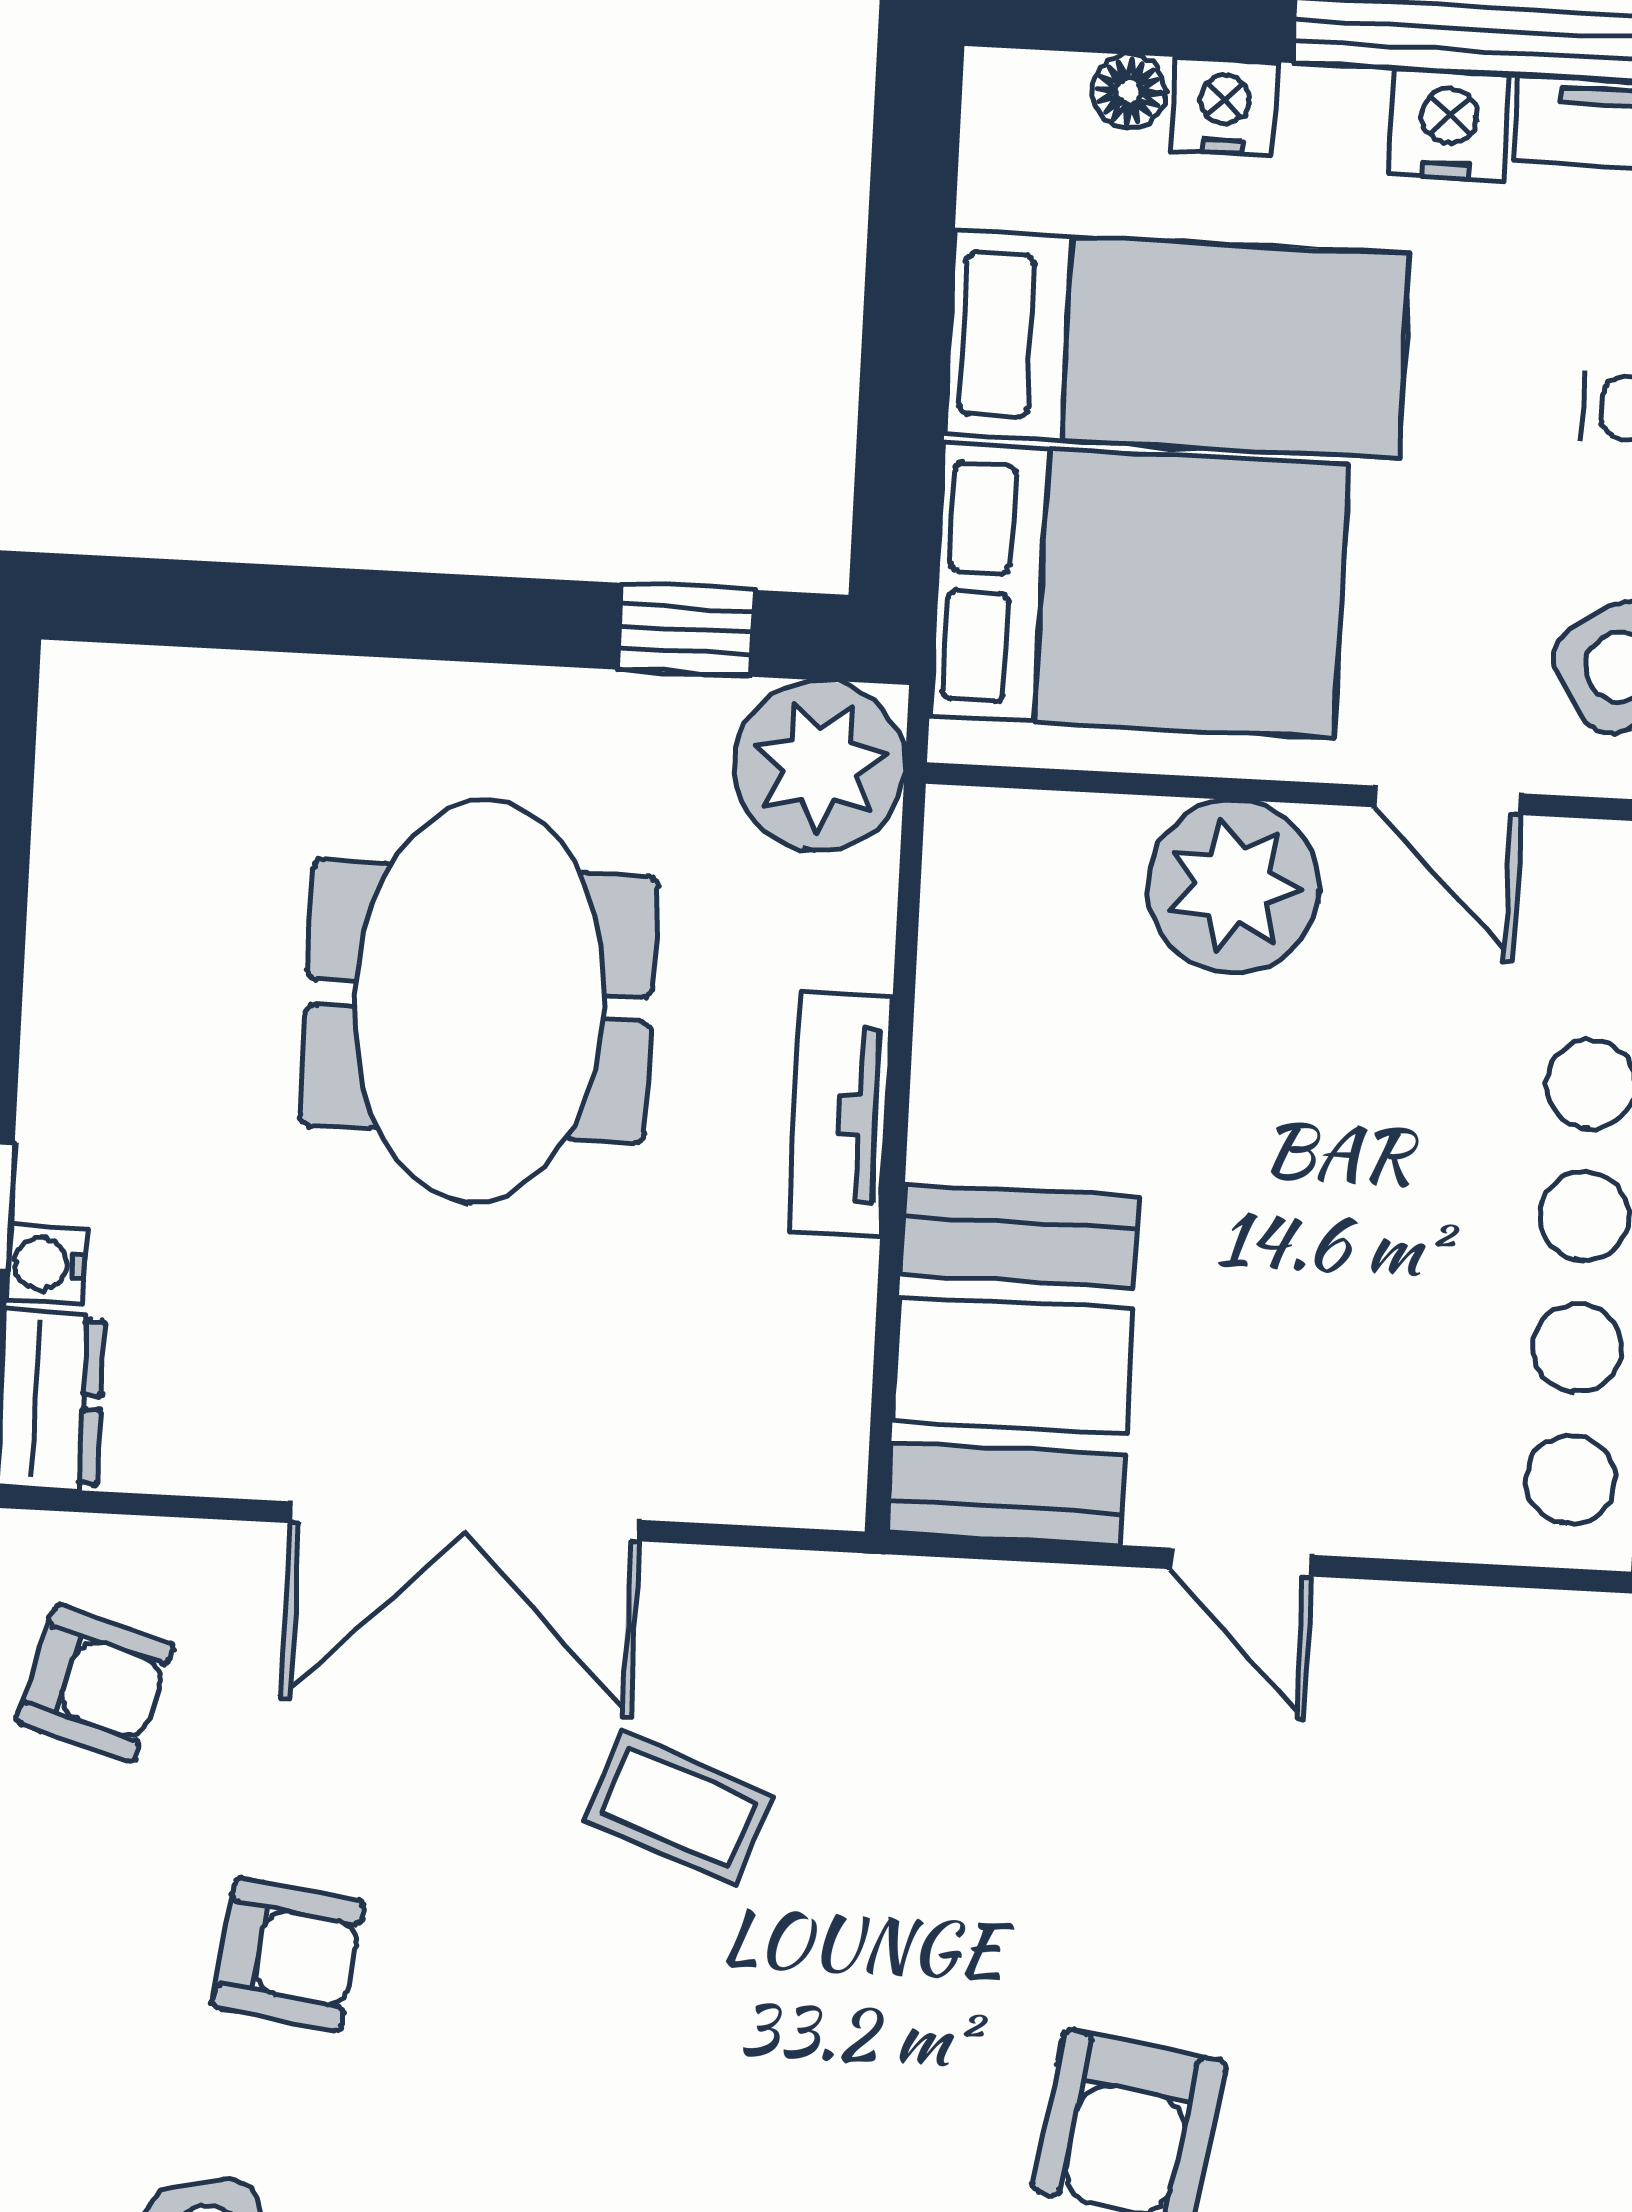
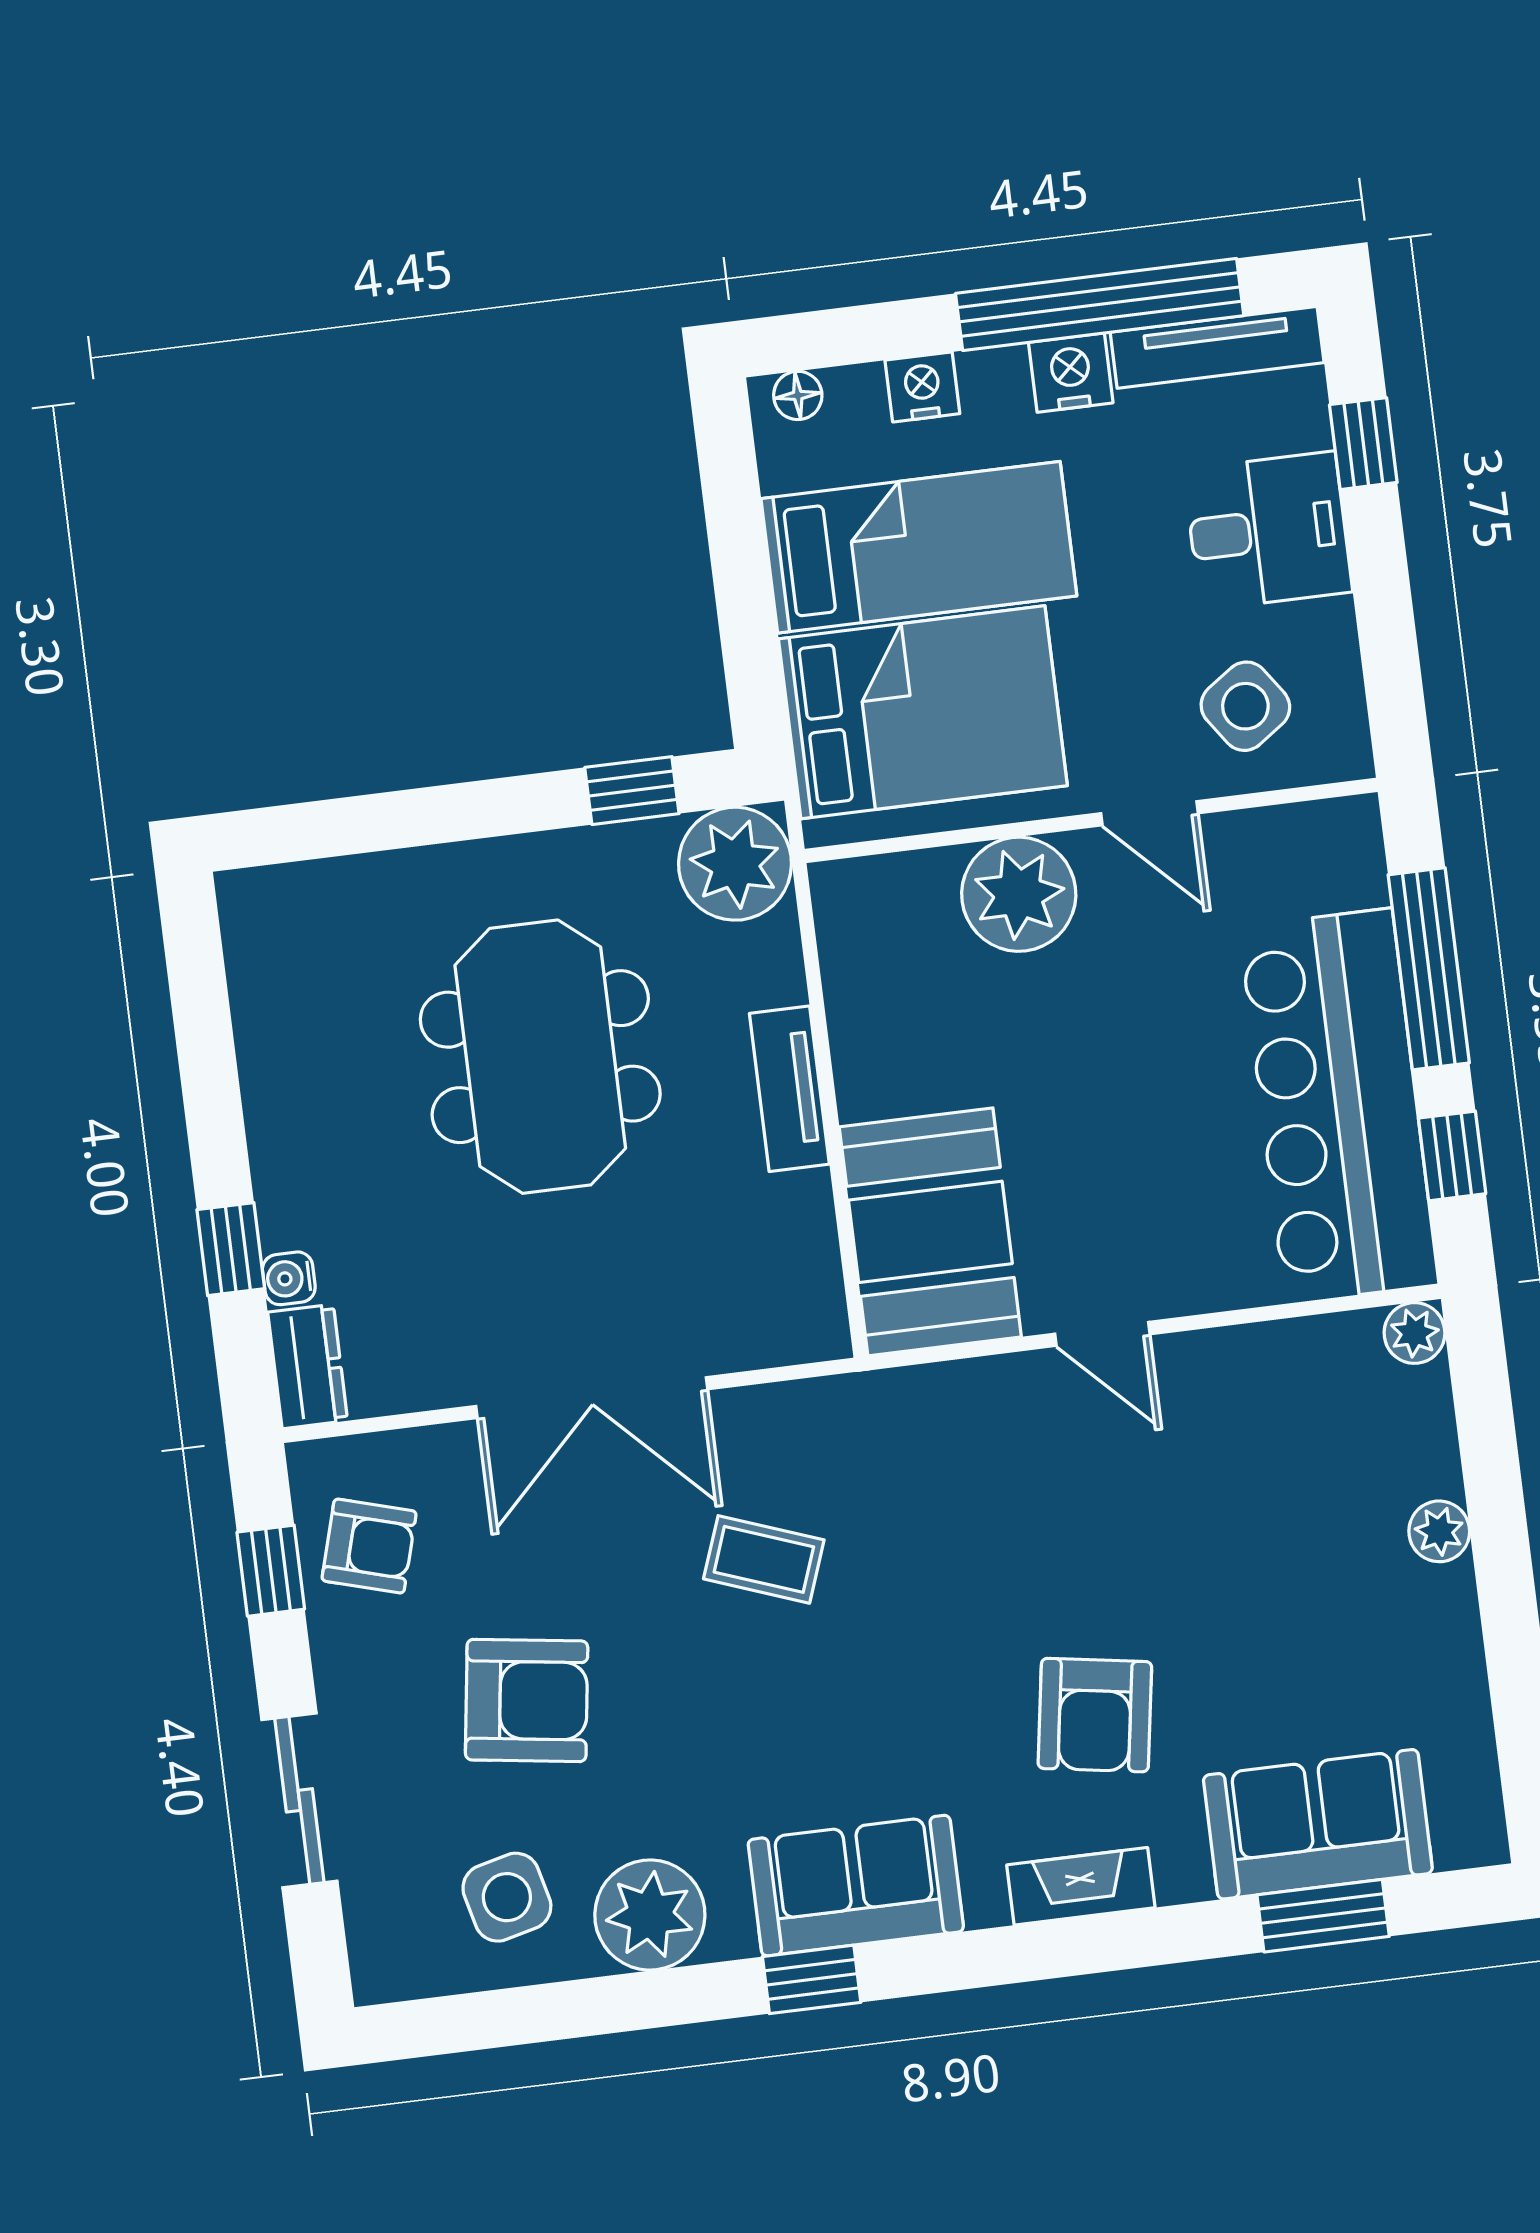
floor lamp: (1129, 91) -> (798, 395), moved
armchair: (288, 1954) -> (527, 1700), width x1.38, depth x1.38

